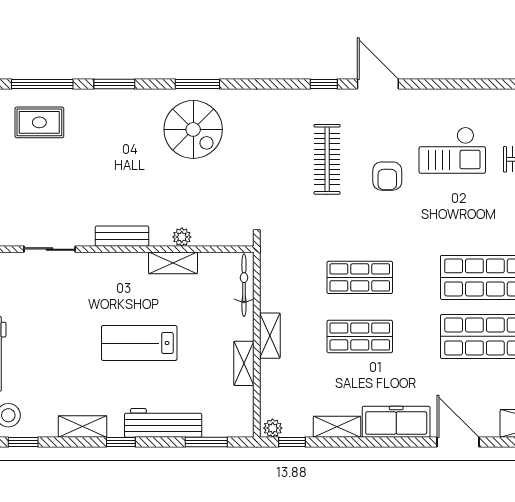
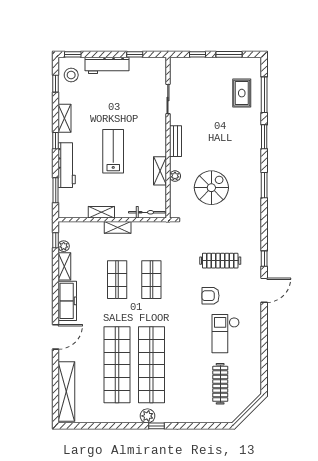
spiral stairs: (193, 129) -> (211, 188), moved, turned 180
plant: (273, 428) -> (64, 246), moved

